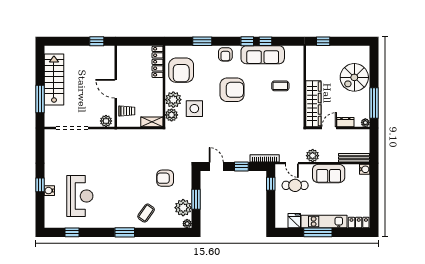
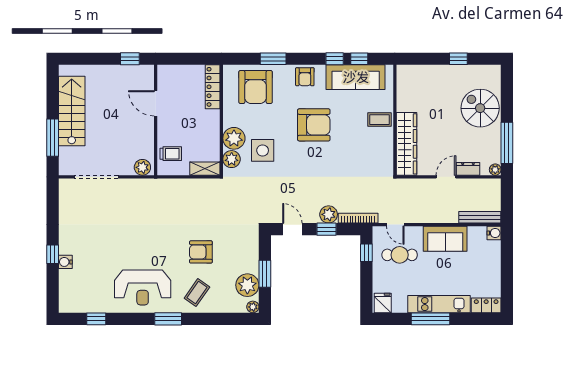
window: (323, 41) -> (458, 59), moved
armchair: (181, 70) -> (256, 87), moved
spiral stairs: (354, 77) -> (480, 108), turned 90
wall: (305, 86) -> (395, 120), moved
door: (116, 89) -> (156, 103), moved
wardrobe: (313, 104) -> (406, 144), moved
plant: (313, 156) -> (329, 214), moved
armchair: (165, 178) -> (201, 252), moved
reception desk: (80, 196) -> (143, 287), moved, turned 90
fridge: (294, 221) -> (383, 303), moved

